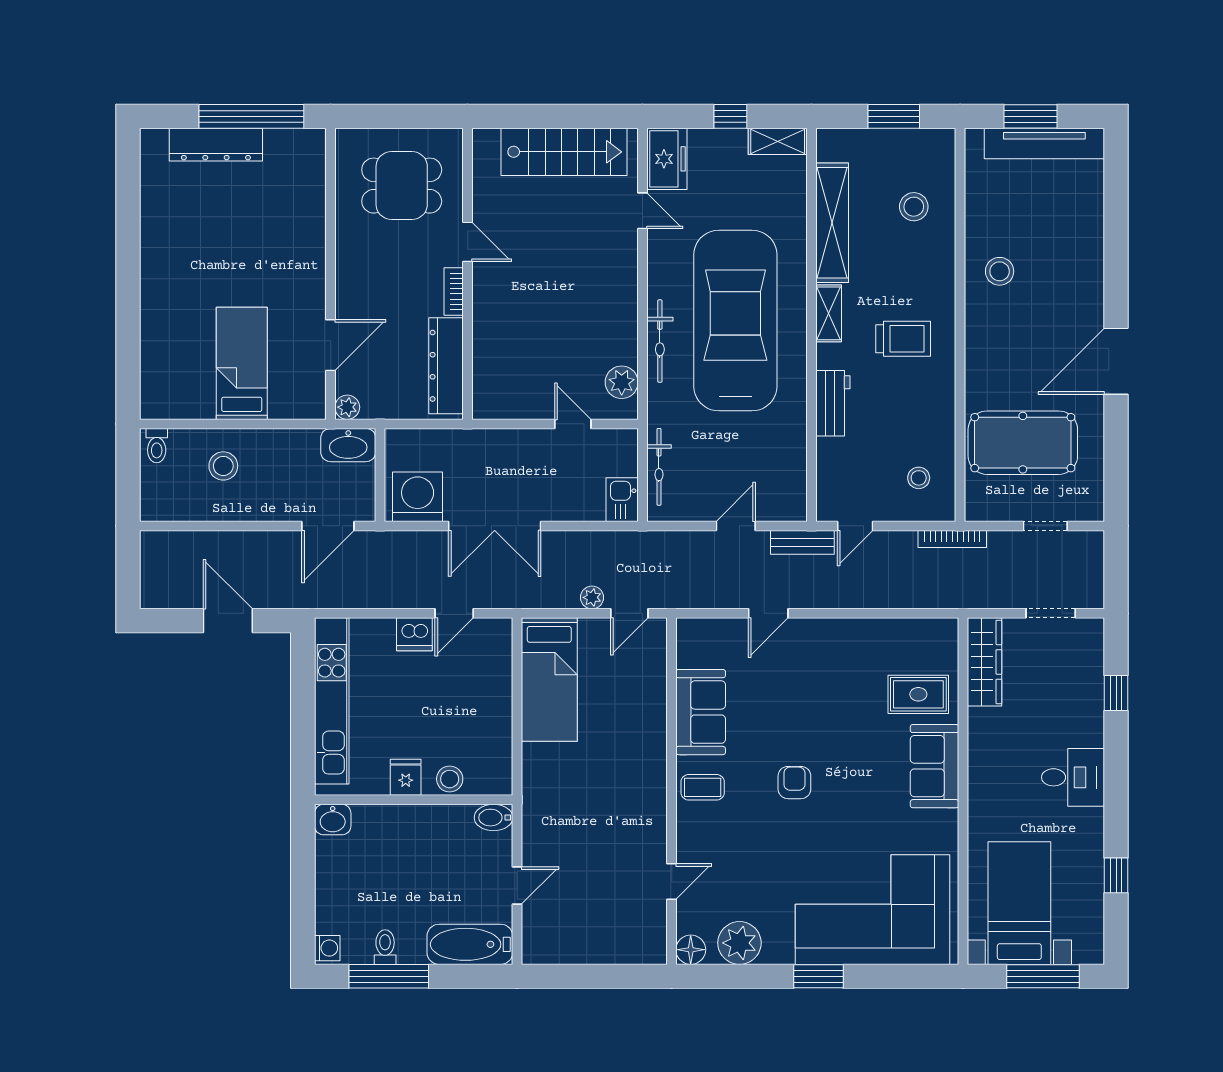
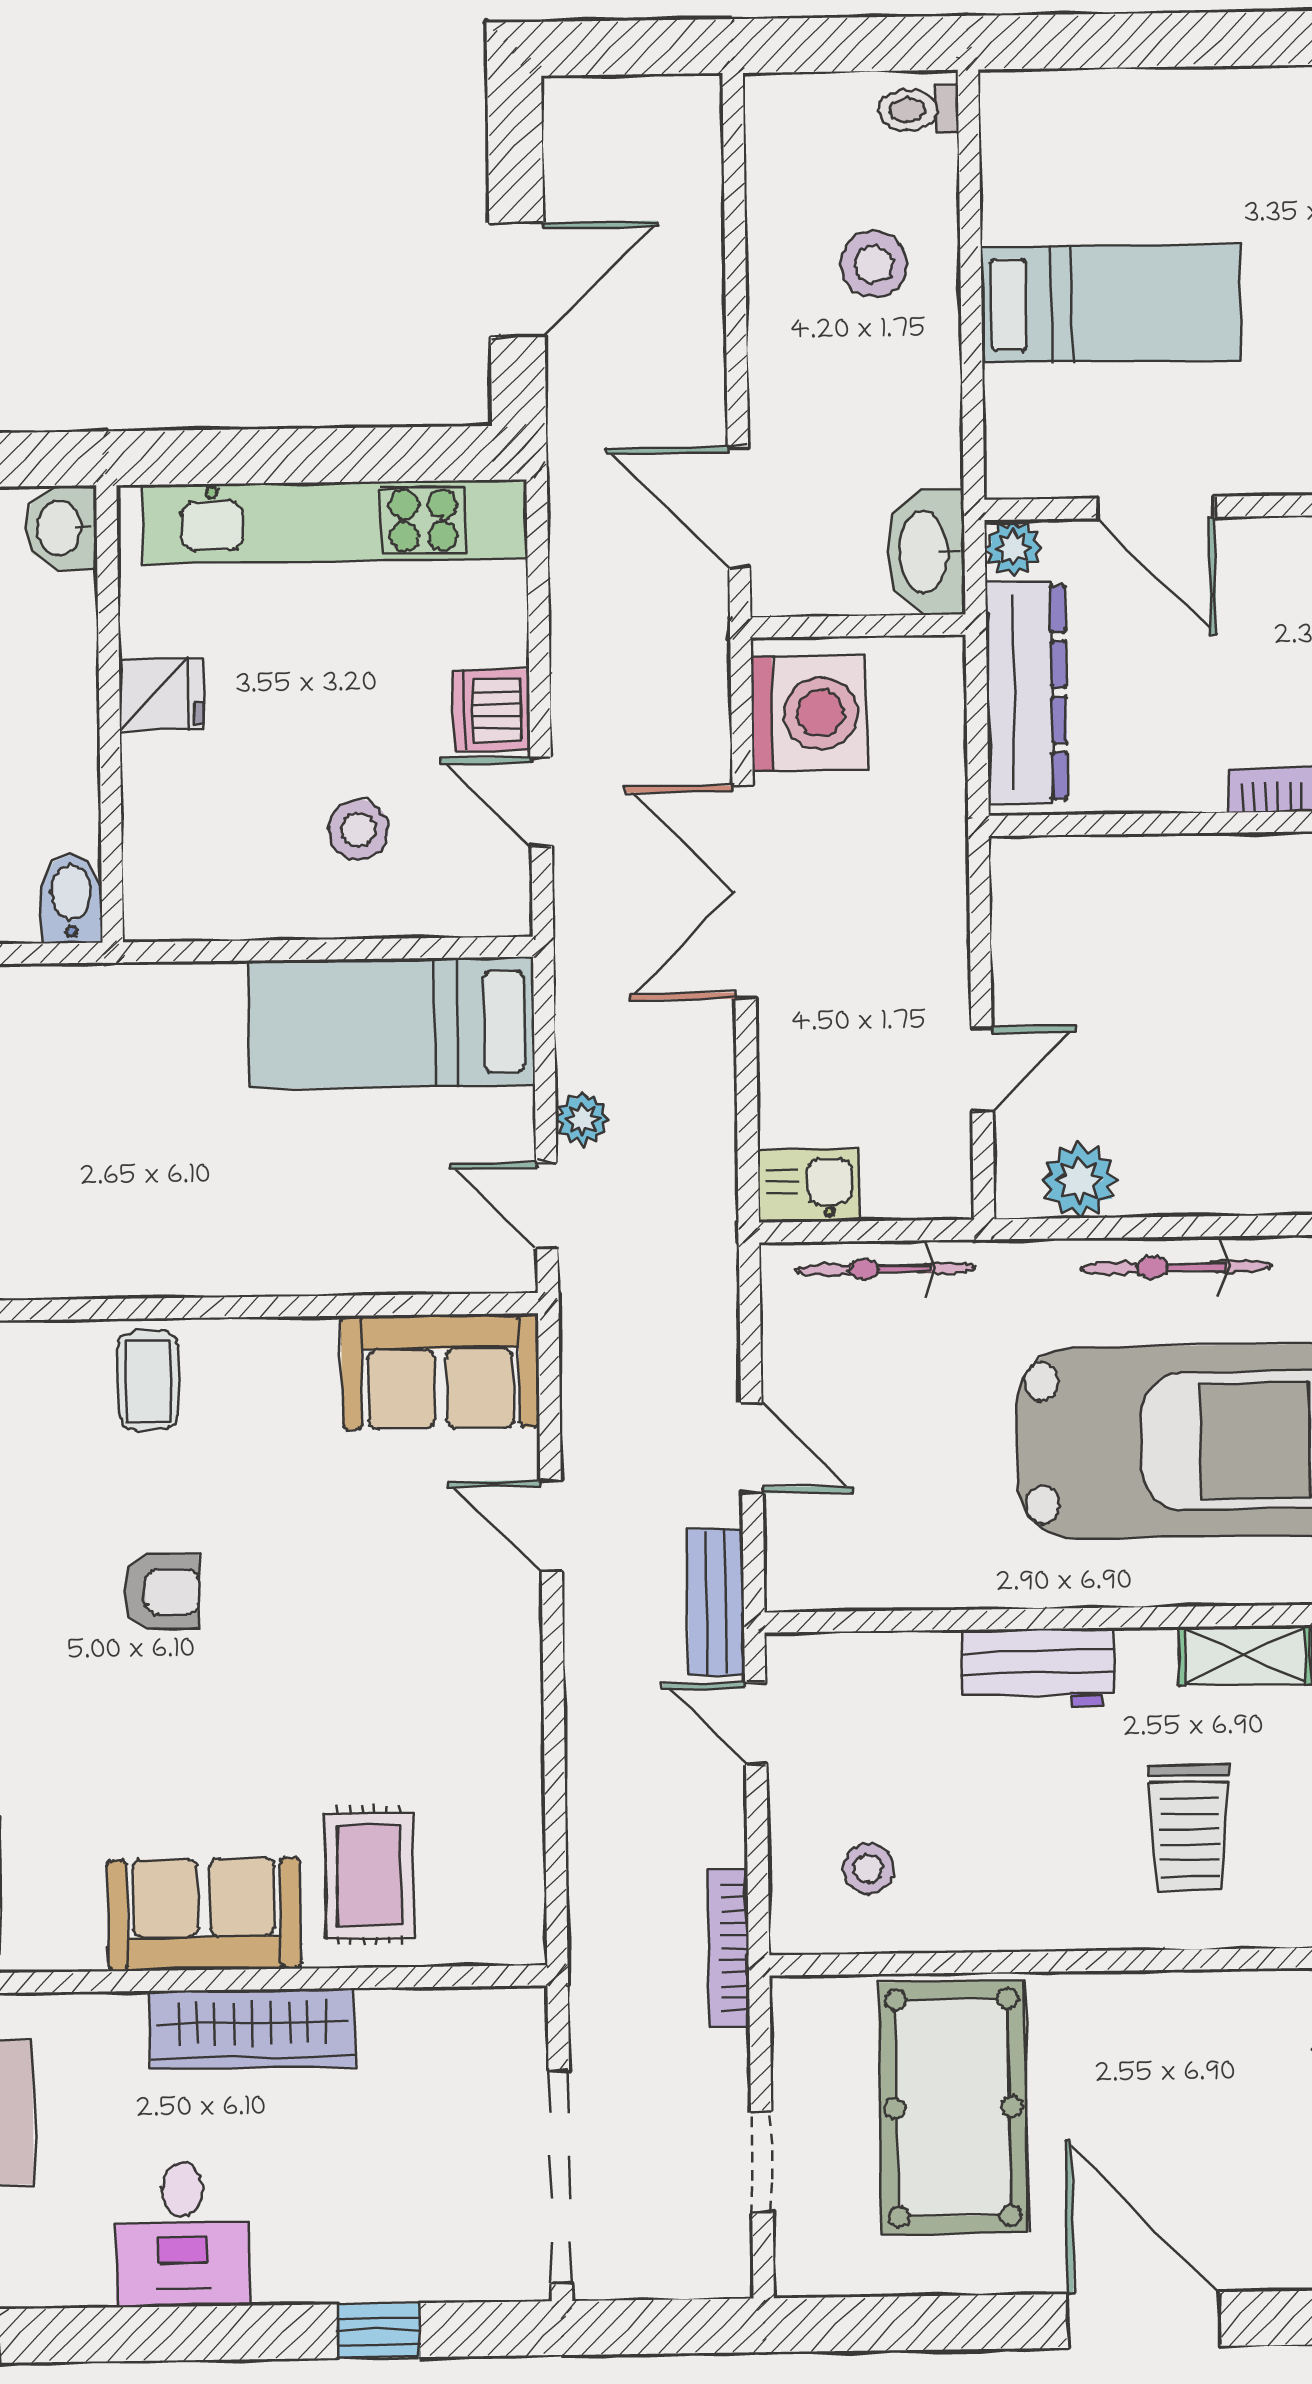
dresser: (446, 366) -> (1026, 693), moved, turned 90
doorway: (1051, 613) -> (560, 2177), width x1.88
wardrobe: (984, 662) -> (252, 2029), moved
sofa: (701, 712) -> (440, 1371), moved
stool: (450, 779) -> (358, 830), moved

